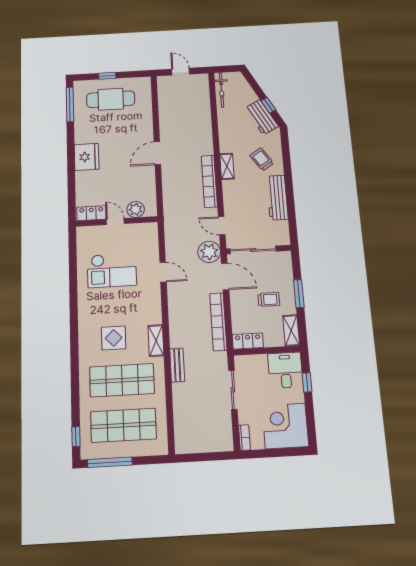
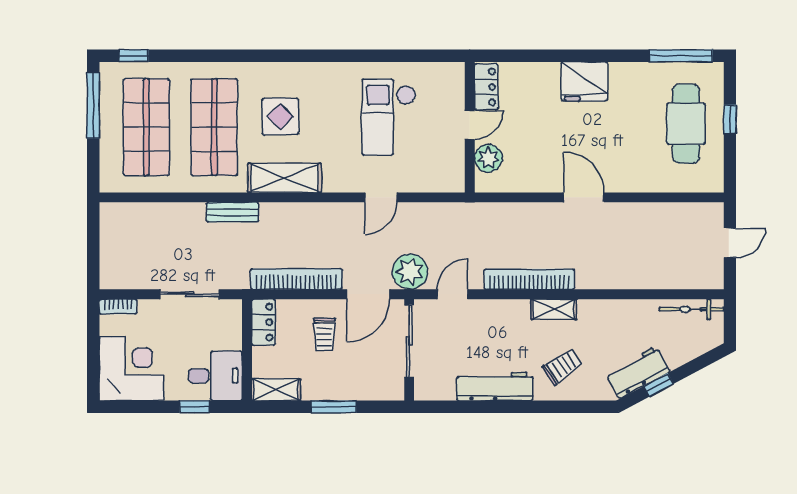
trolley: (269, 299) -> (324, 334), moved
shelving: (156, 341) -> (285, 178), width x1.50, depth x1.33

